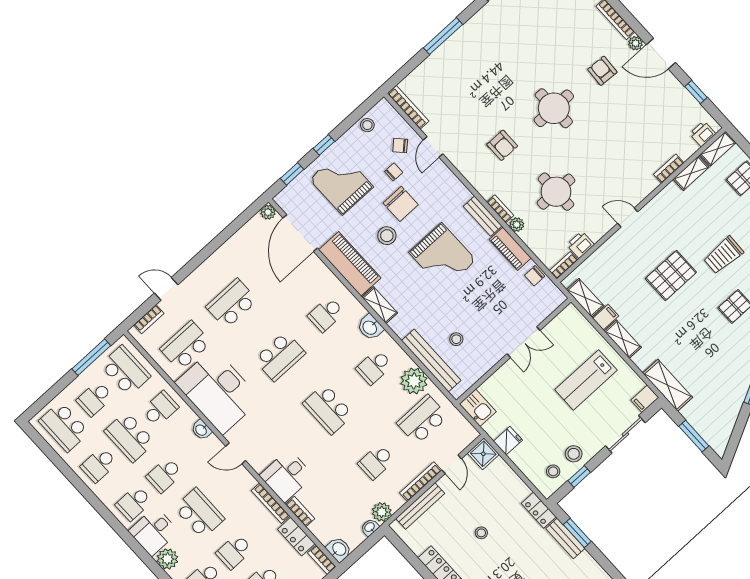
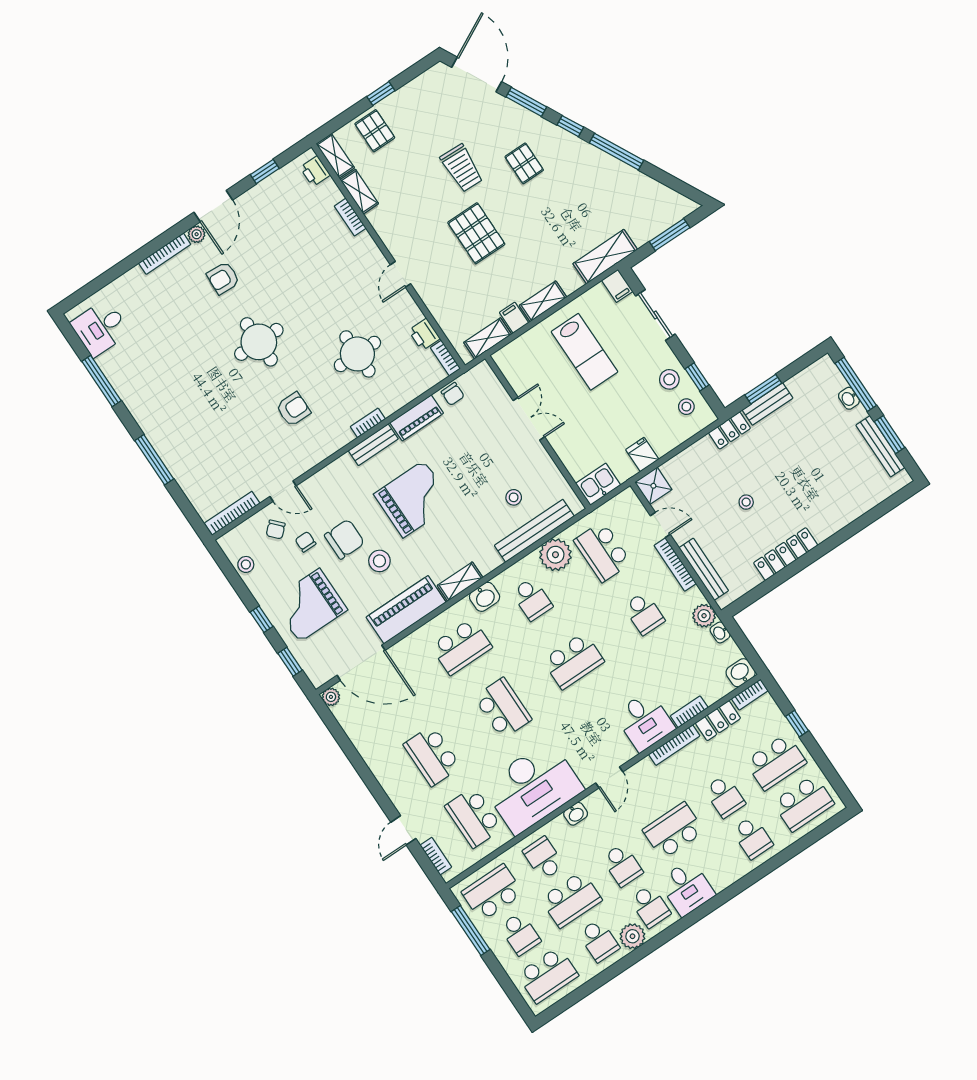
plant: (517, 225) -> (389, 406), removed
school desk: (326, 314) -> (461, 647), width x1.85
plant: (167, 559) -> (633, 936), moved

